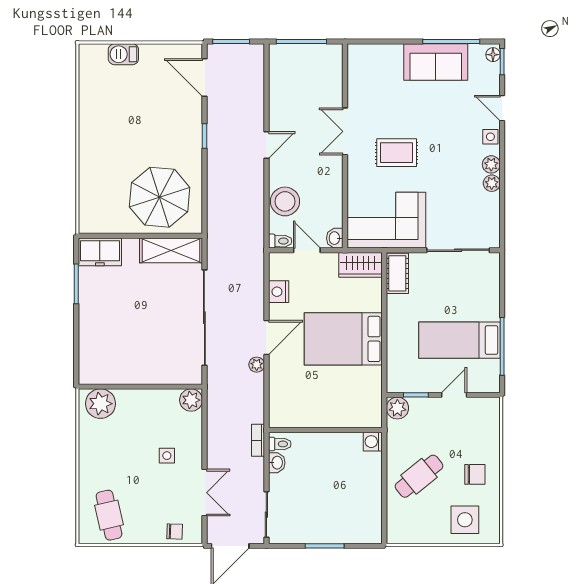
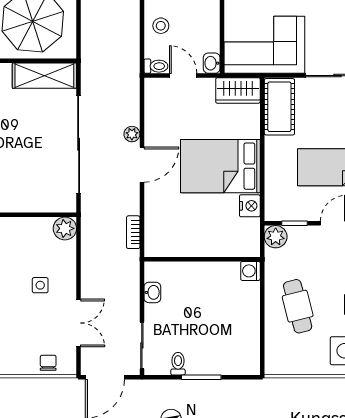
stool: (285, 201) -> (161, 26), width x0.53, depth x0.53
cot: (397, 273) -> (279, 107), width x1.37, depth x1.34
nightstand: (279, 292) -> (250, 206), moved, turned 180
plant: (257, 365) -> (132, 134), moved
bookcase: (258, 440) -> (133, 232), moved
toilet: (280, 444) -> (178, 364), moved, turned -90
cafe table: (419, 476) -> (298, 306), turned -65
chair: (175, 532) -> (48, 363), turned -92

